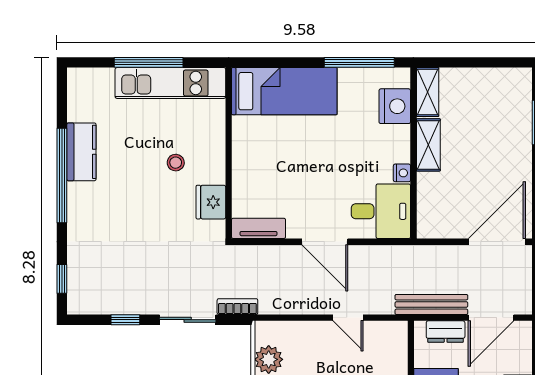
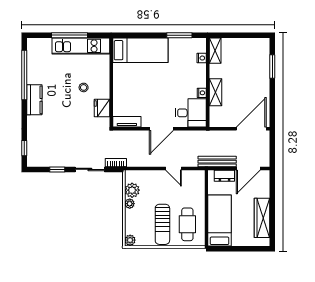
window: (359, 62) -> (179, 35), width x0.69
nightstand: (395, 106) -> (202, 58), width x0.53, depth x0.56
shelving: (428, 145) -> (215, 92), moved
kitchen counter: (81, 152) -> (34, 100), moved
window: (62, 176) -> (24, 75), moved
door: (325, 242) -> (161, 129), hinge flipped

